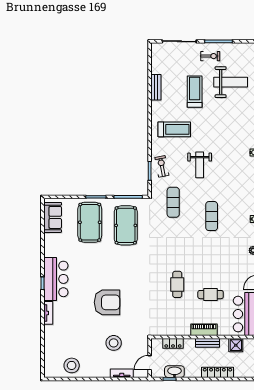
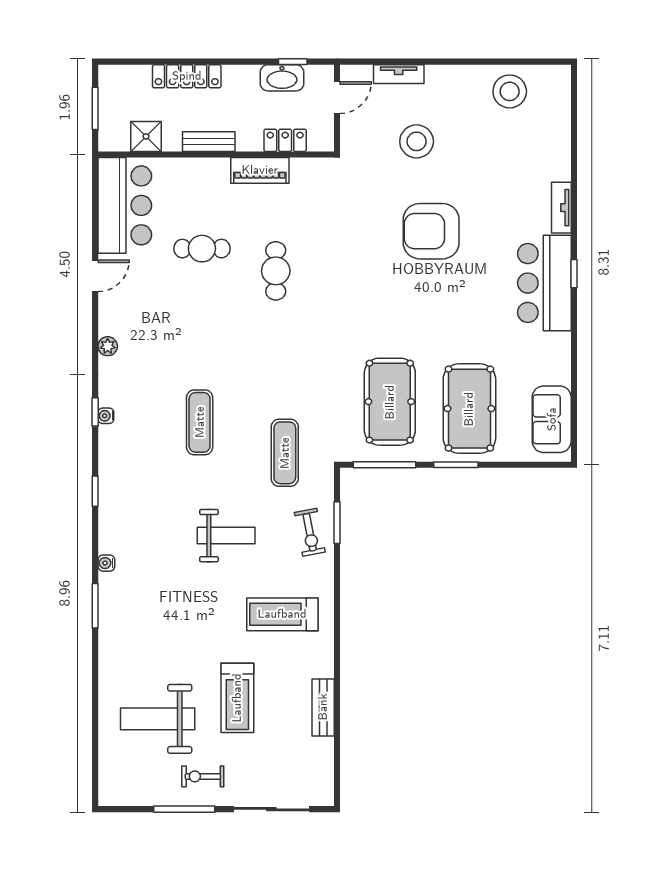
weight bench: (200, 165) -> (226, 536), turned 90
piano: (204, 330) -> (260, 170), moved

